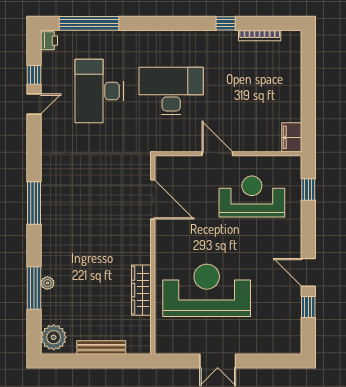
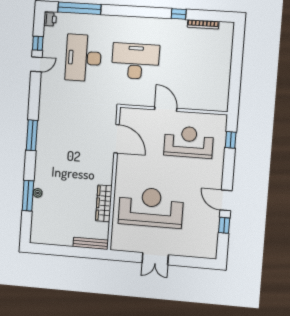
filing cabinet: (292, 137) -> (221, 101), removed
plant: (54, 337) -> (39, 232), removed
bench: (101, 348) -> (91, 243), moved

